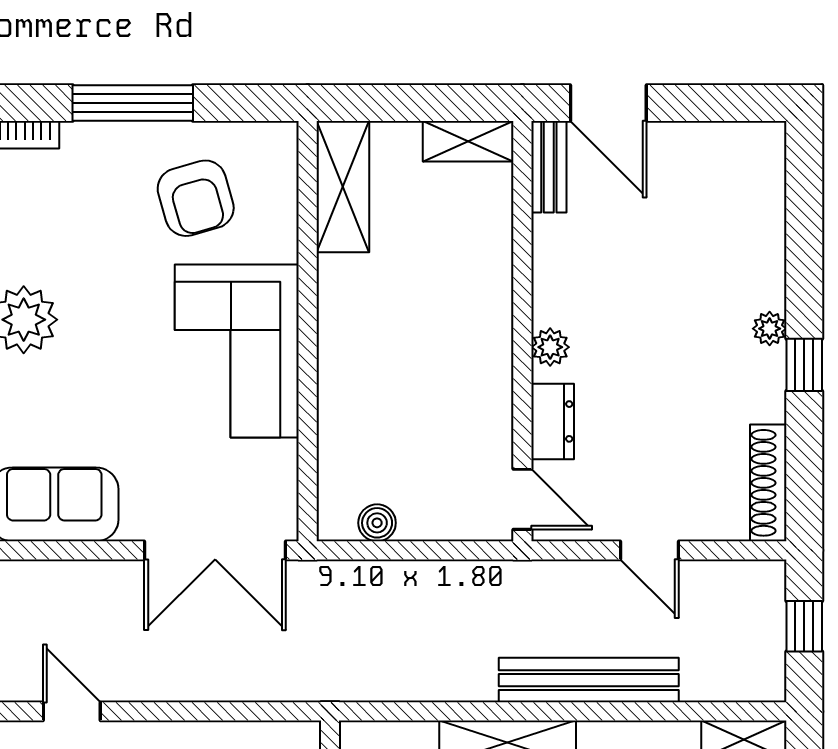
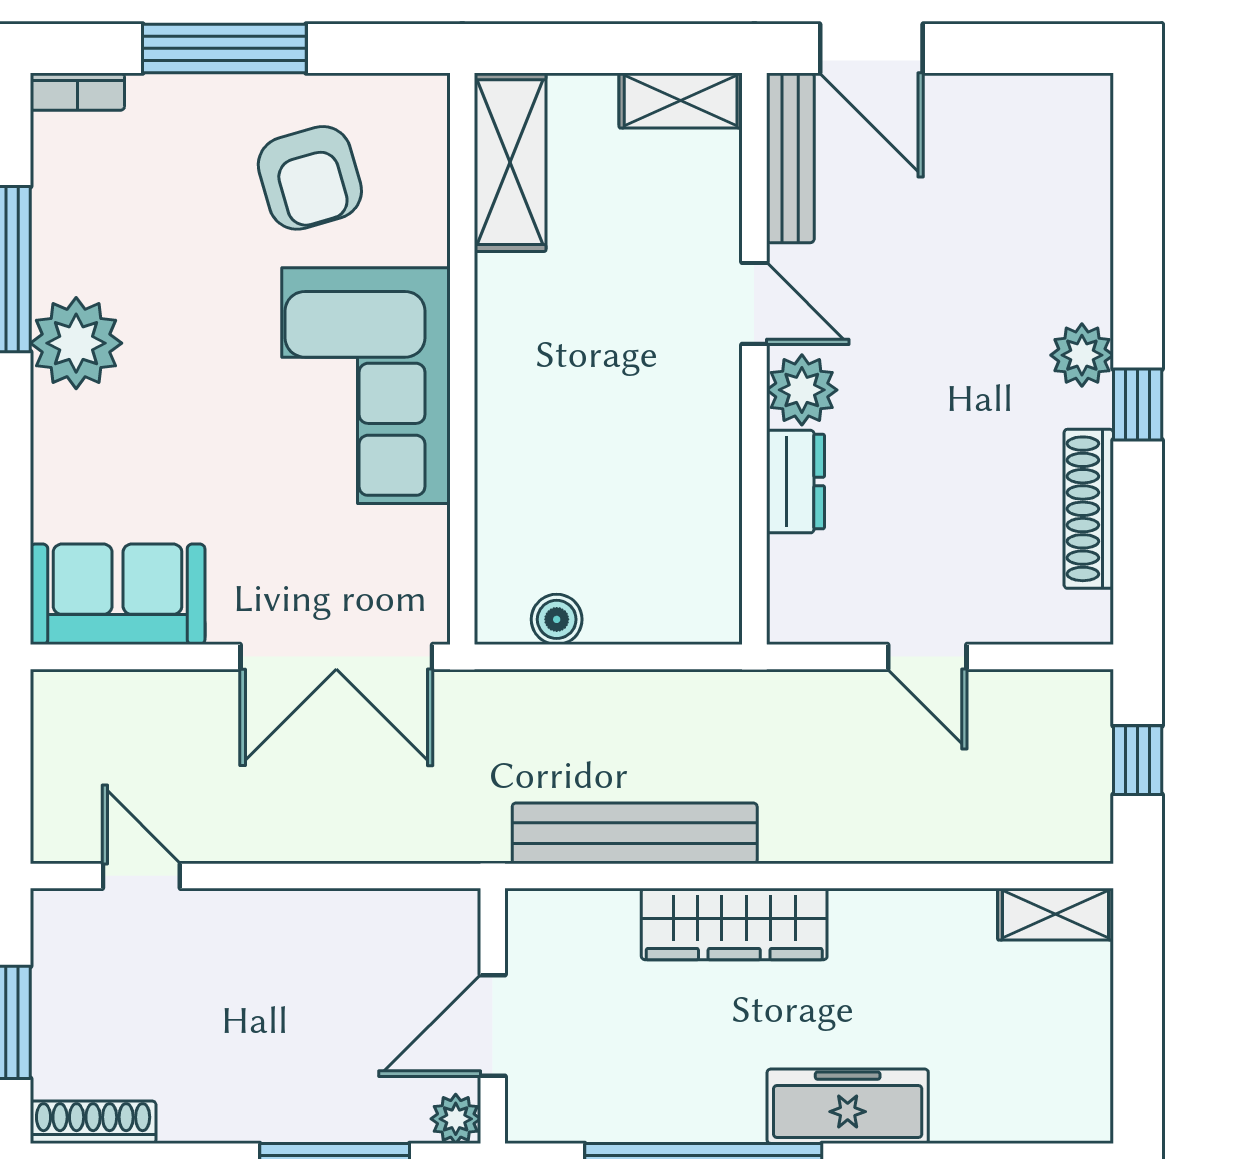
bench: (549, 167) -> (790, 158), width x1.36
plant: (770, 329) -> (1082, 355), width x1.38, depth x1.38
plant: (550, 347) -> (802, 390), width x1.38, depth x1.38
shoe rack: (768, 483) -> (1089, 509), moved
door: (522, 499) -> (754, 303), moved
bench: (589, 680) -> (635, 833), moved

